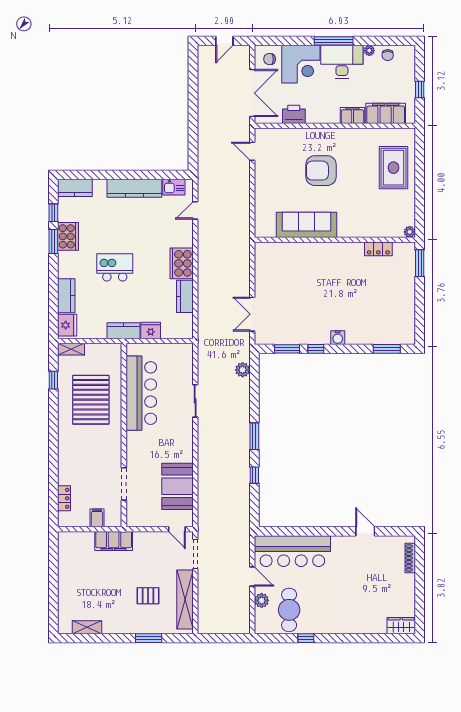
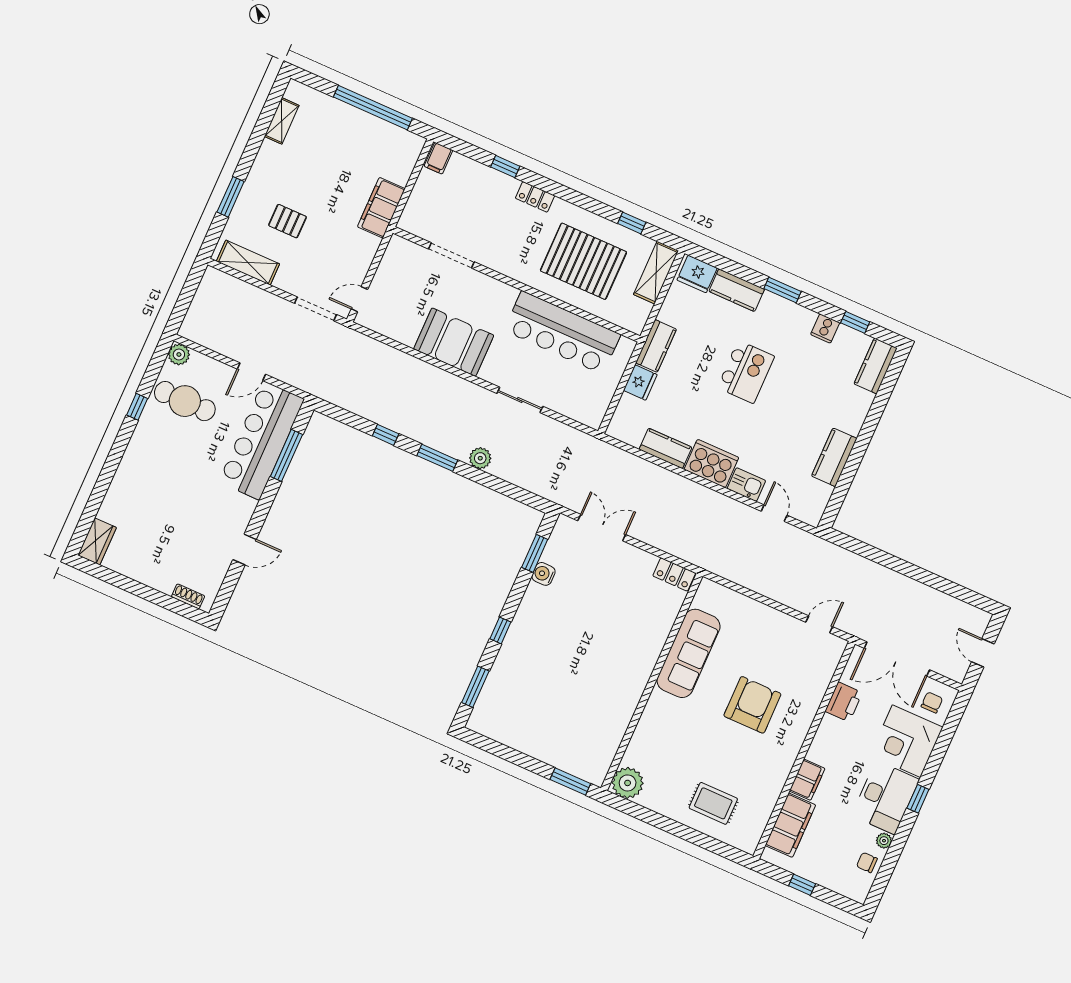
window: (334, 41) -> (918, 799), width x0.46
rug: (393, 168) -> (713, 803), width x0.73, depth x0.70
kitchen sink: (174, 187) -> (746, 485), moved, turned 90
kitchen counter: (134, 188) -> (834, 457), width x0.67
plant: (410, 232) -> (628, 783), width x1.88, depth x1.88
cooker: (68, 236) -> (825, 329), width x0.53, depth x0.76
window: (53, 242) -> (782, 290), moved
locker: (378, 249) -> (674, 574), moved, turned -90
water cooler: (338, 338) -> (544, 574), moved
shelving: (71, 349) -> (656, 273), width x1.50, depth x1.33
window: (316, 349) -> (500, 630), moved
plant: (243, 370) -> (480, 458), moved
window: (53, 475) -> (505, 167), added
booth: (177, 486) -> (454, 342), moved
locker: (64, 498) -> (535, 197), moved
filing cabinet: (97, 518) -> (438, 158), moved, turned 90
window: (295, 531) -> (286, 455), added
shoe rack: (410, 558) -> (188, 596), width x0.70
window: (53, 574) -> (373, 108), added
pallet: (148, 596) -> (287, 221), turned 90
shelving: (185, 600) -> (248, 263), width x0.68
plant: (262, 600) -> (179, 354), moved

